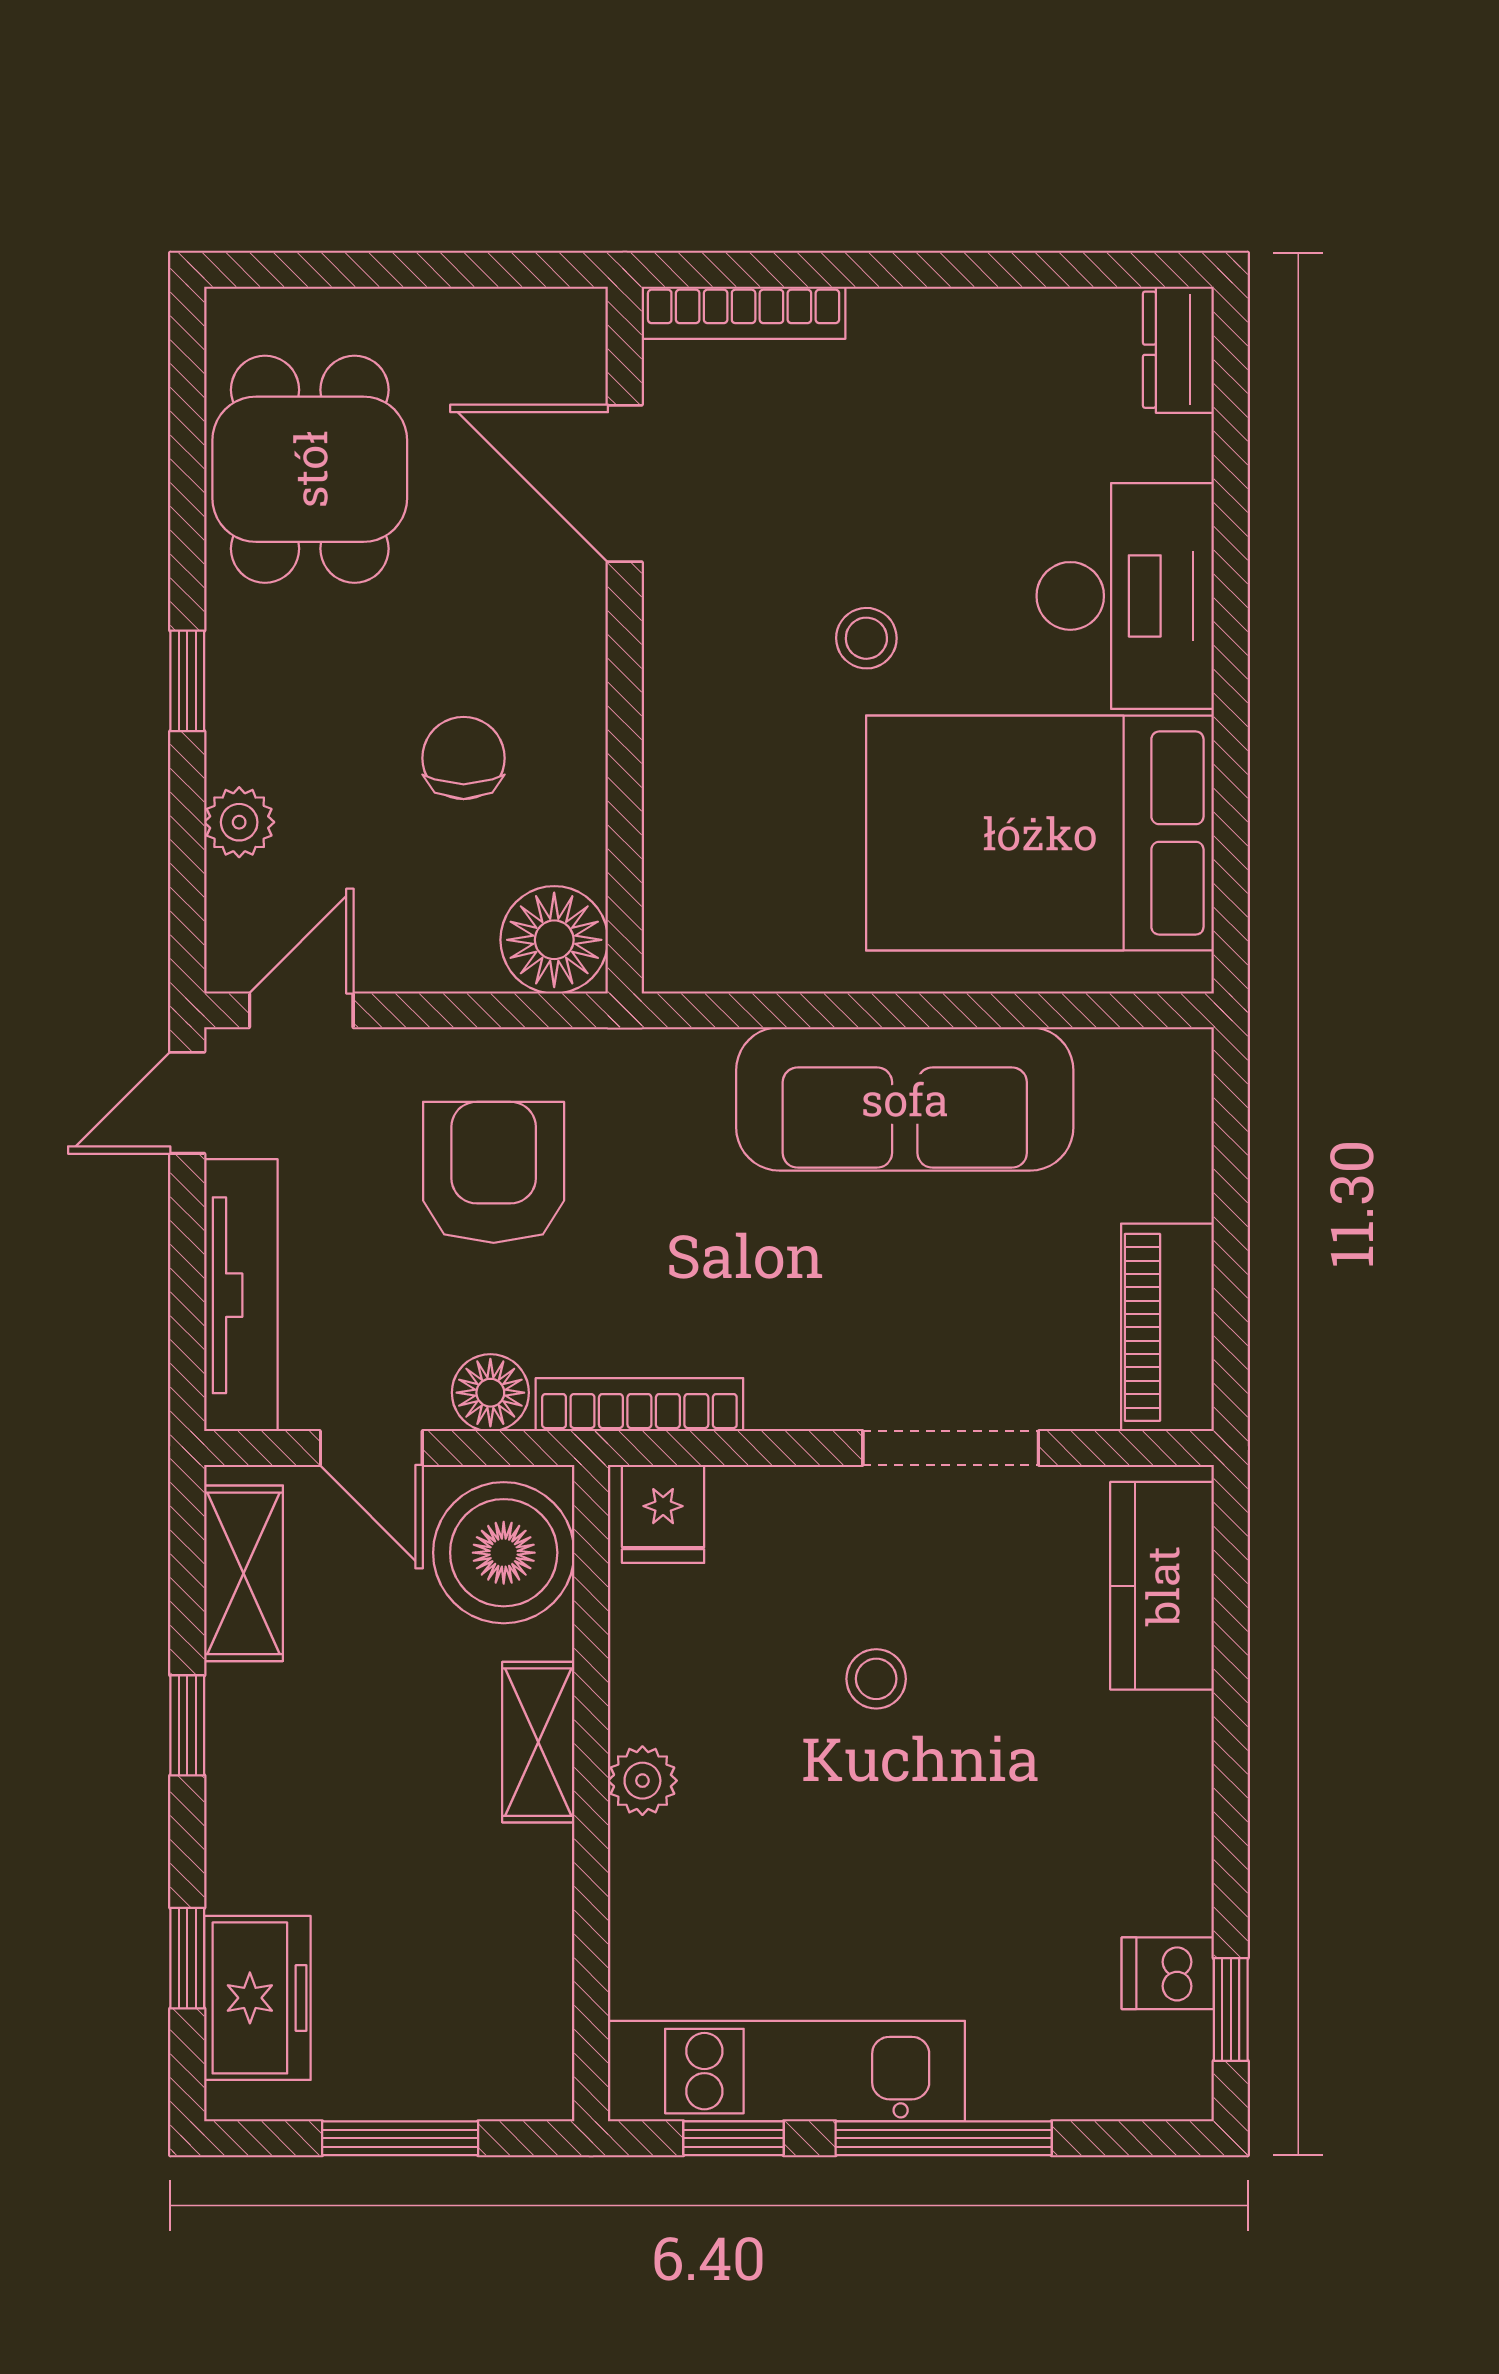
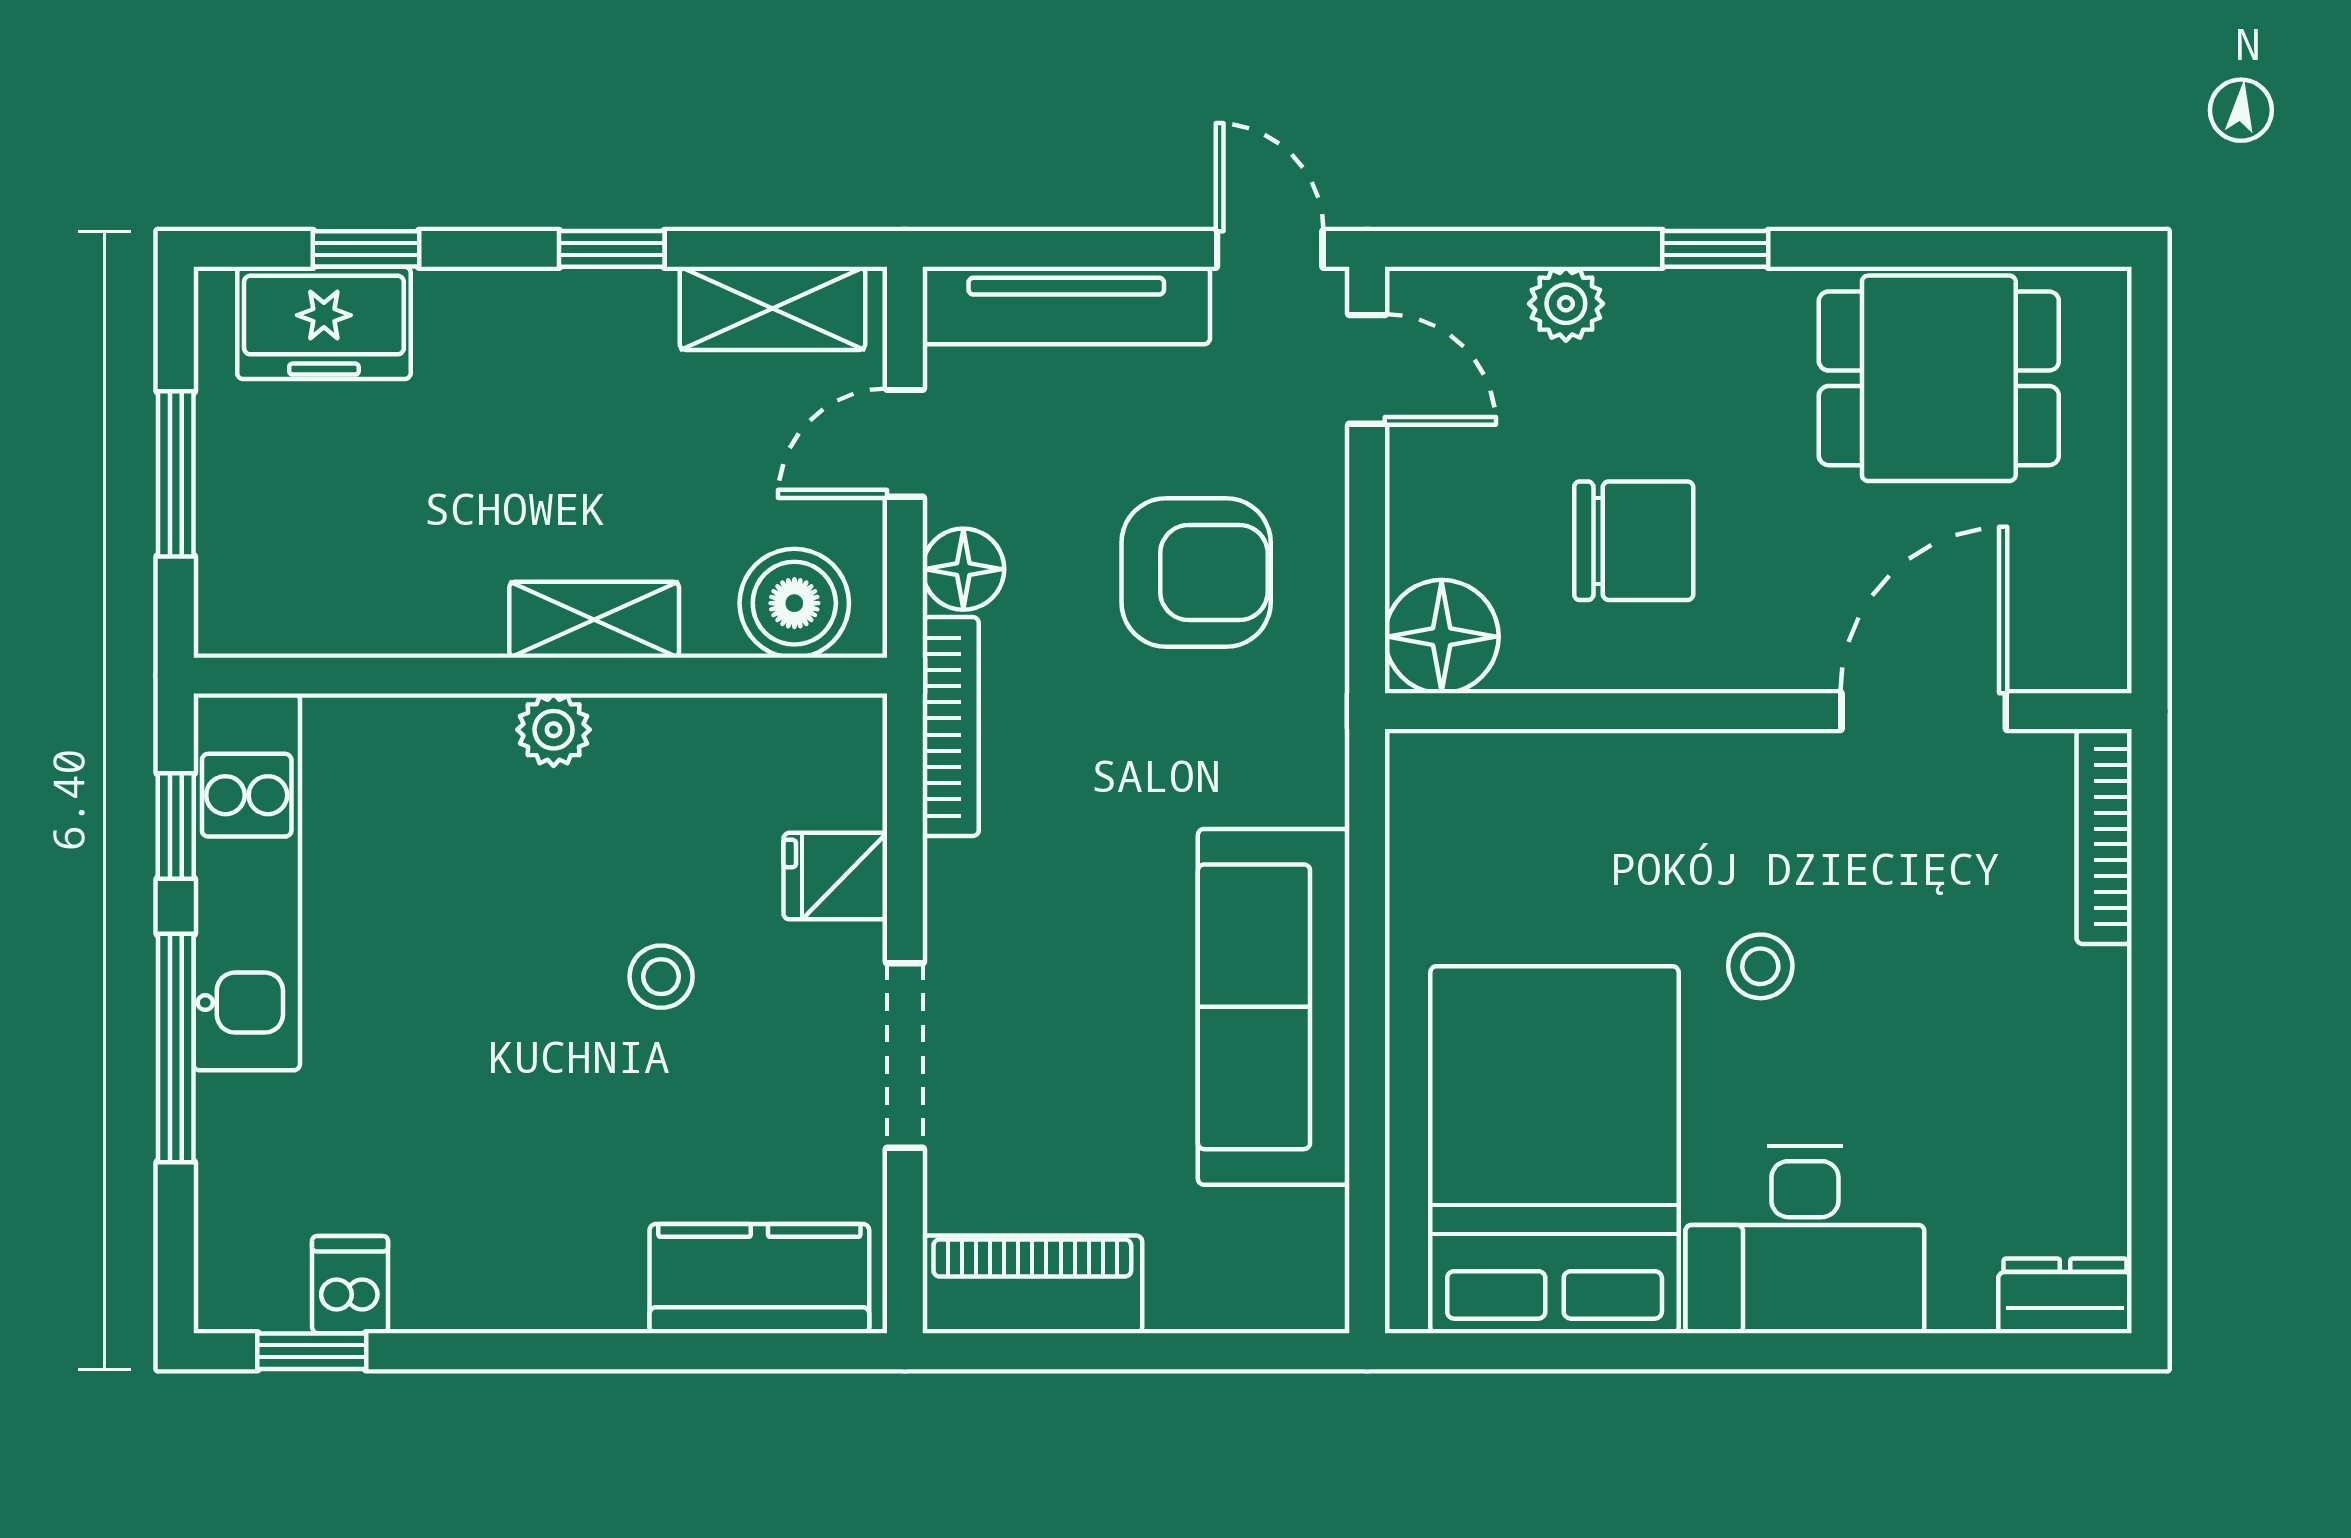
chair: (464, 758) -> (1634, 541), width x1.37, depth x1.37
fridge: (663, 1514) -> (835, 876), moved
boiler: (504, 1553) -> (794, 603), width x0.73, depth x0.73

